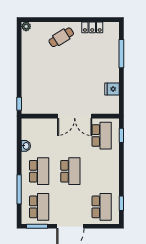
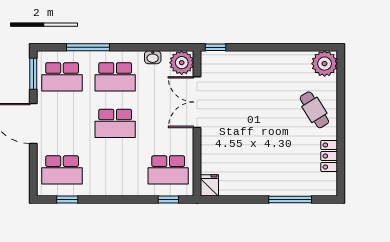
plant: (26, 26) -> (325, 64), width x1.87, depth x1.87
fridge: (112, 89) -> (209, 185), moved
double door: (75, 116) -> (197, 102), moved
plant: (30, 126) -> (182, 63), added

